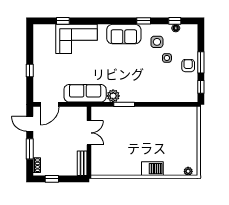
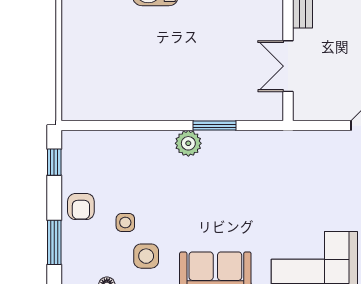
window: (201, 62) -> (54, 242), moved
sofa: (85, 93) -> (296, 149), removed
plant: (113, 96) -> (188, 143), moved

